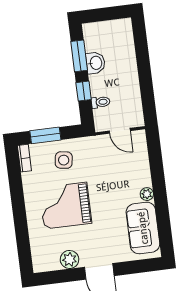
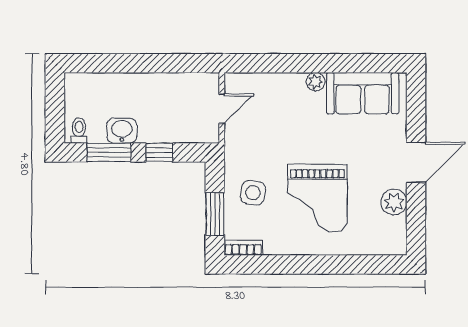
toilet: (101, 102) -> (79, 130), moved

